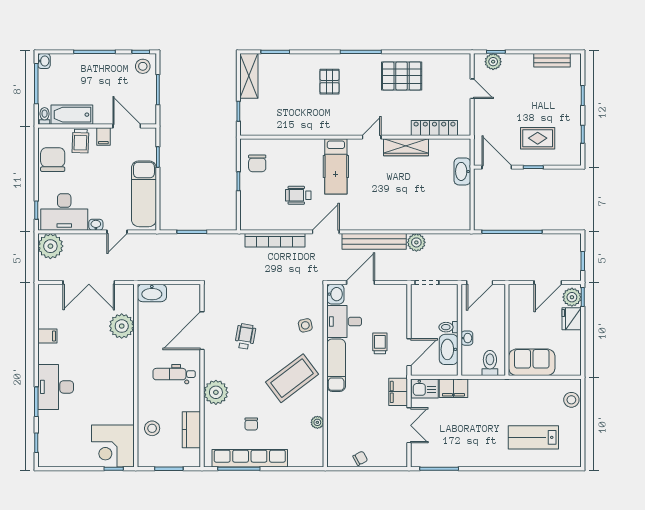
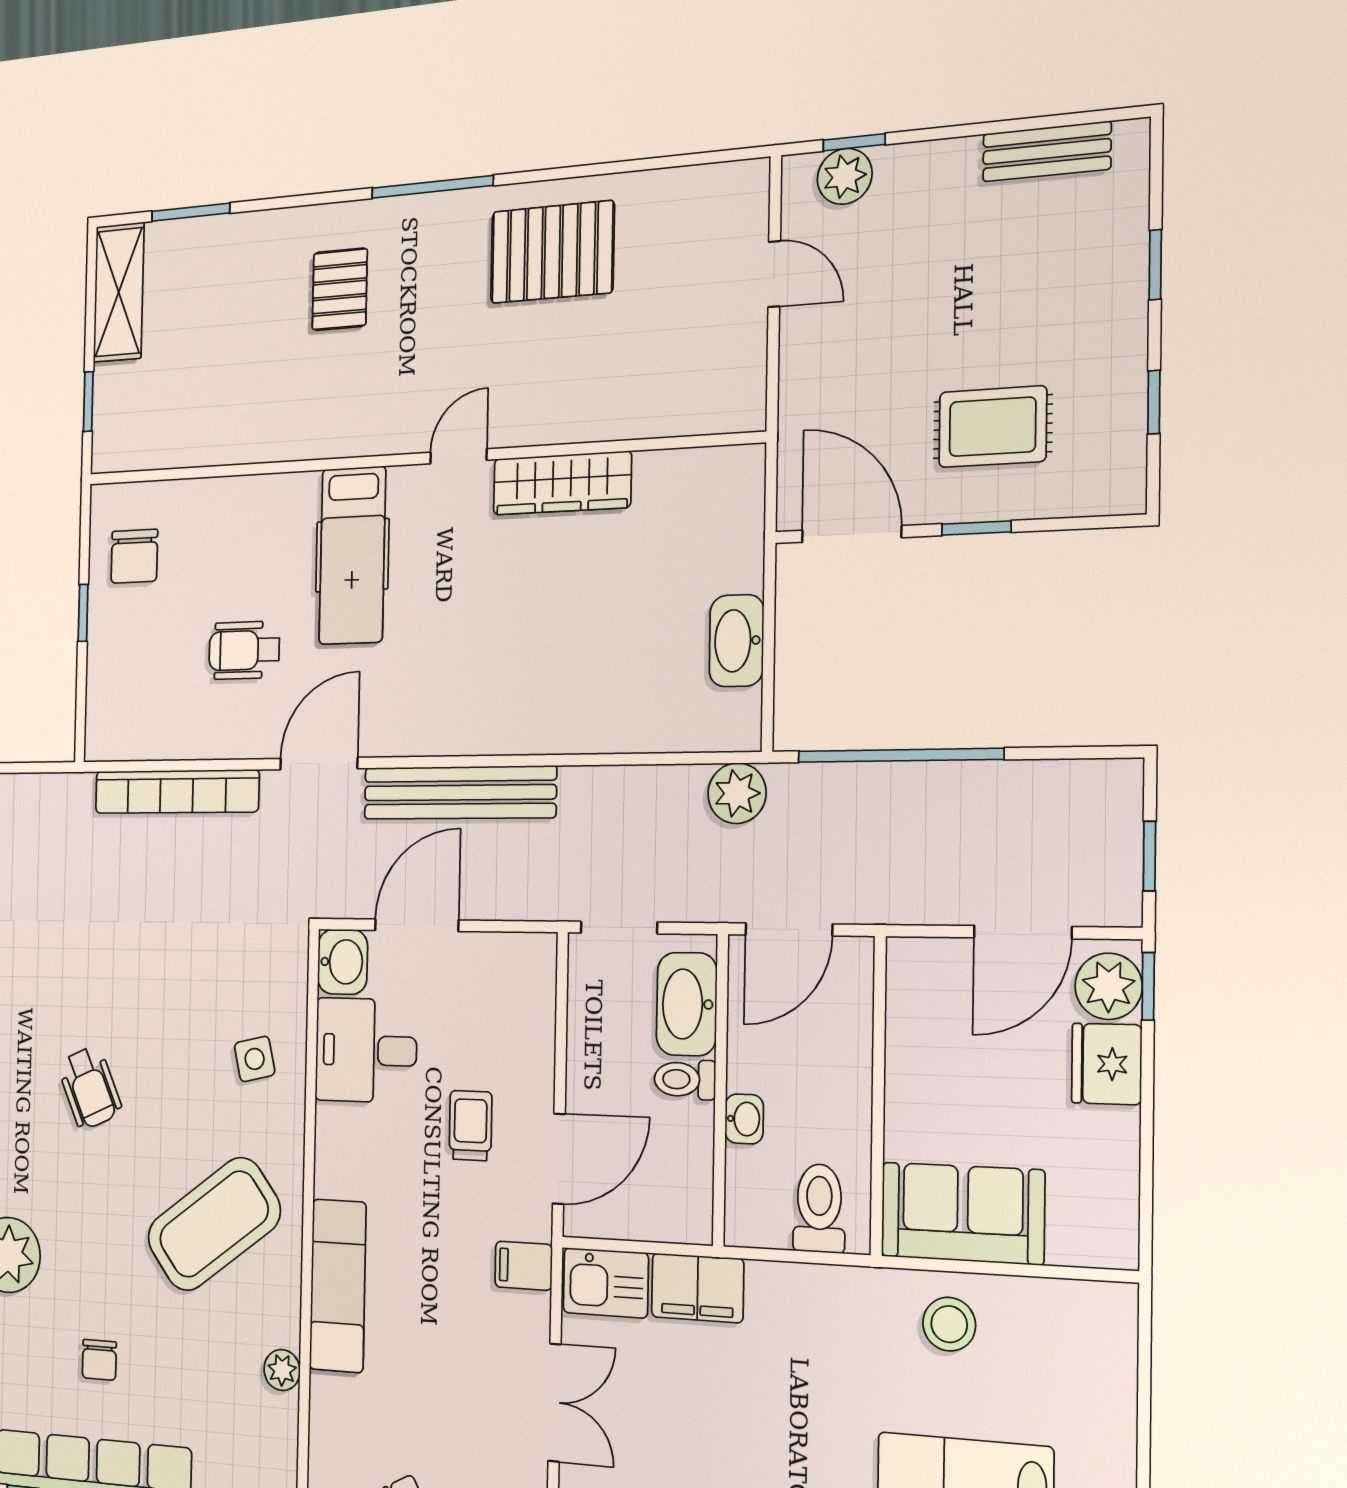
locker: (434, 128) -> (651, 414), removed
washbasin: (462, 171) -> (737, 641), moved
plant: (416, 242) -> (737, 793), moved
wheelchair: (245, 336) -> (90, 1088), turned 146
washbasin: (449, 349) -> (687, 1004), moved
exam couch: (336, 365) -> (338, 1286), moved
filing cabinet: (398, 392) -> (524, 1266), width x0.50
stool: (571, 400) -> (949, 1324), moved

